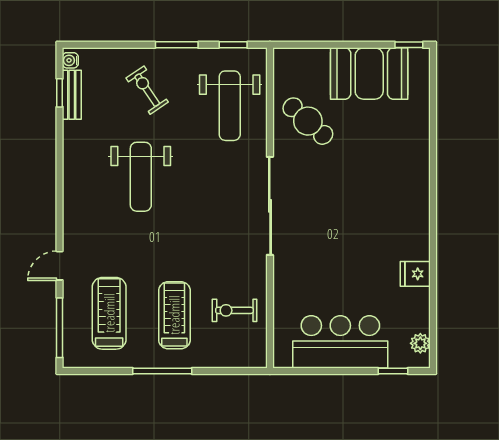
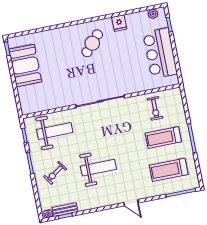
cafe table: (308, 121) -> (92, 43), moved
door: (60, 266) -> (131, 203), moved

